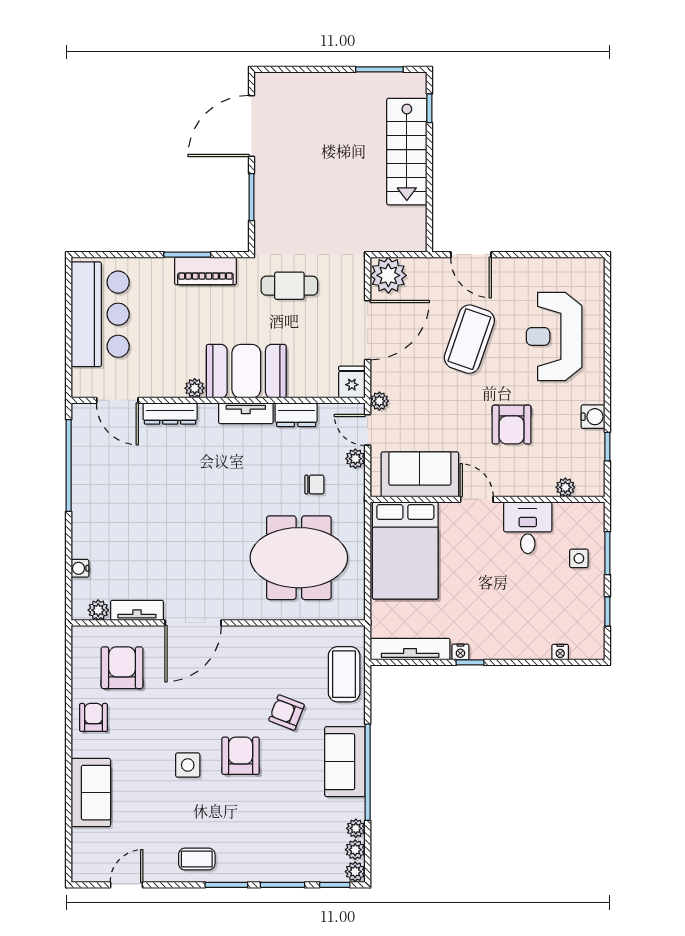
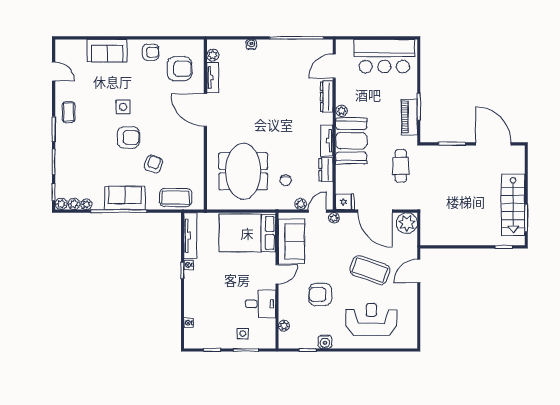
stairs: (407, 152) -> (513, 205), moved, turned -90
water cooler: (80, 568) -> (251, 44), moved

